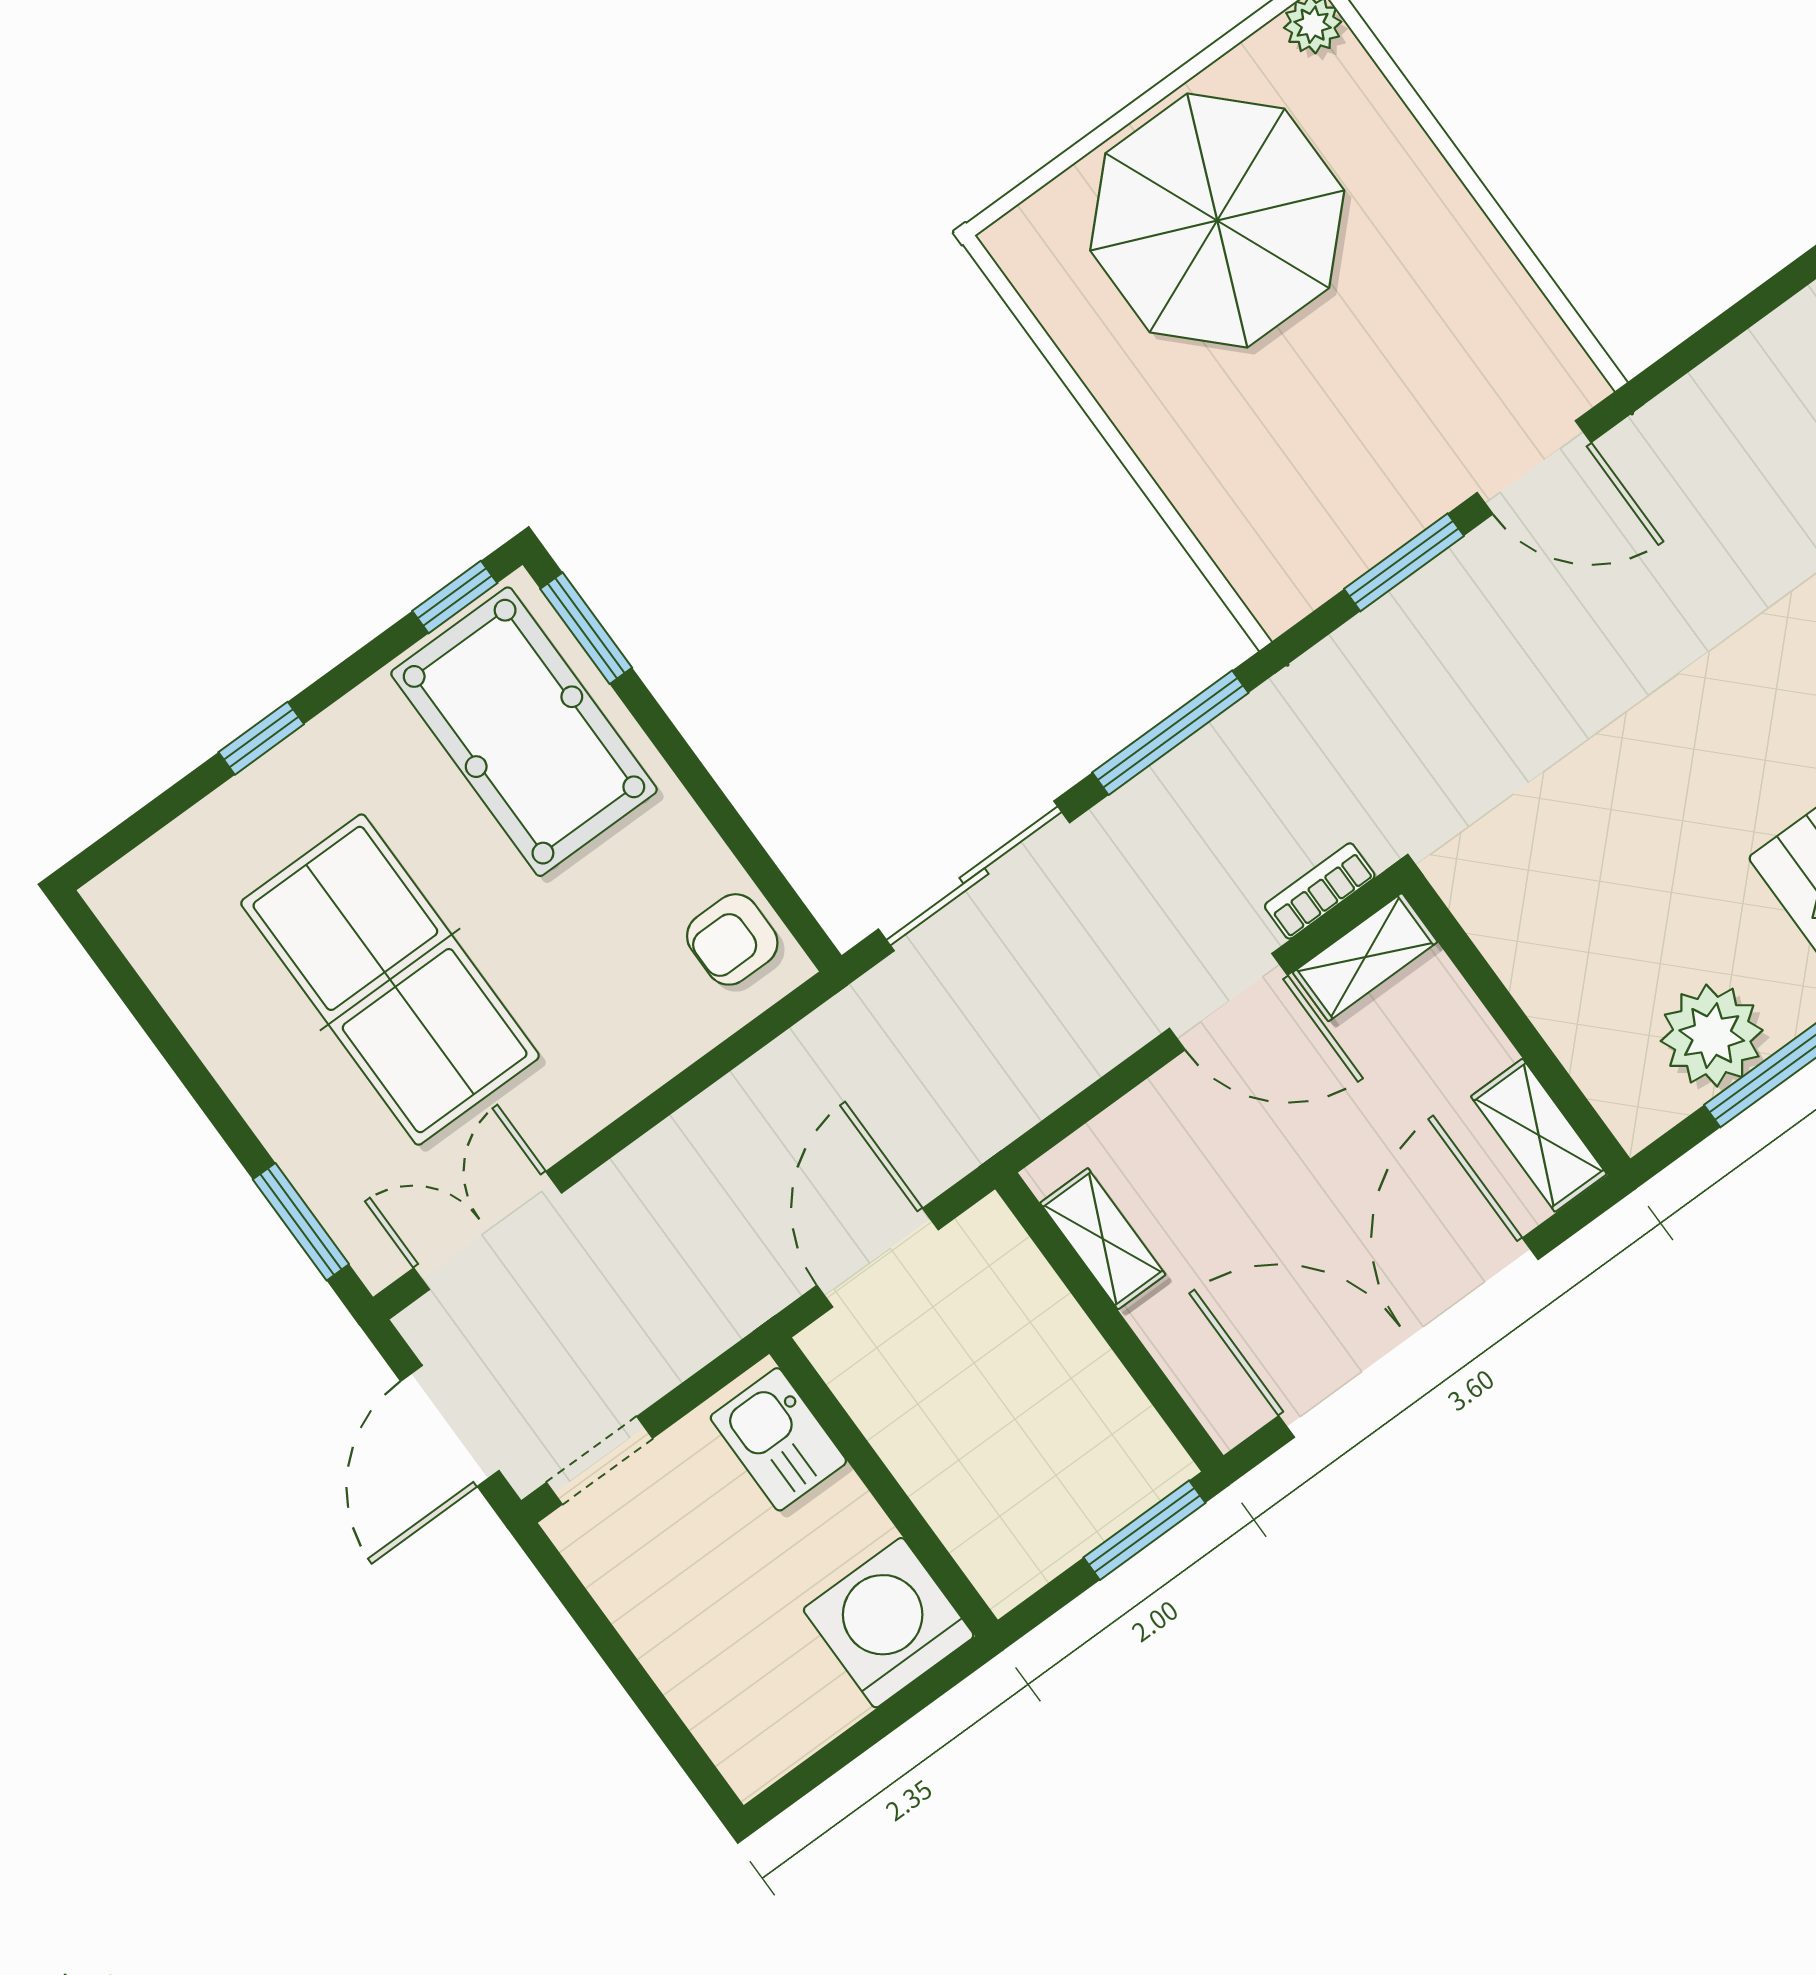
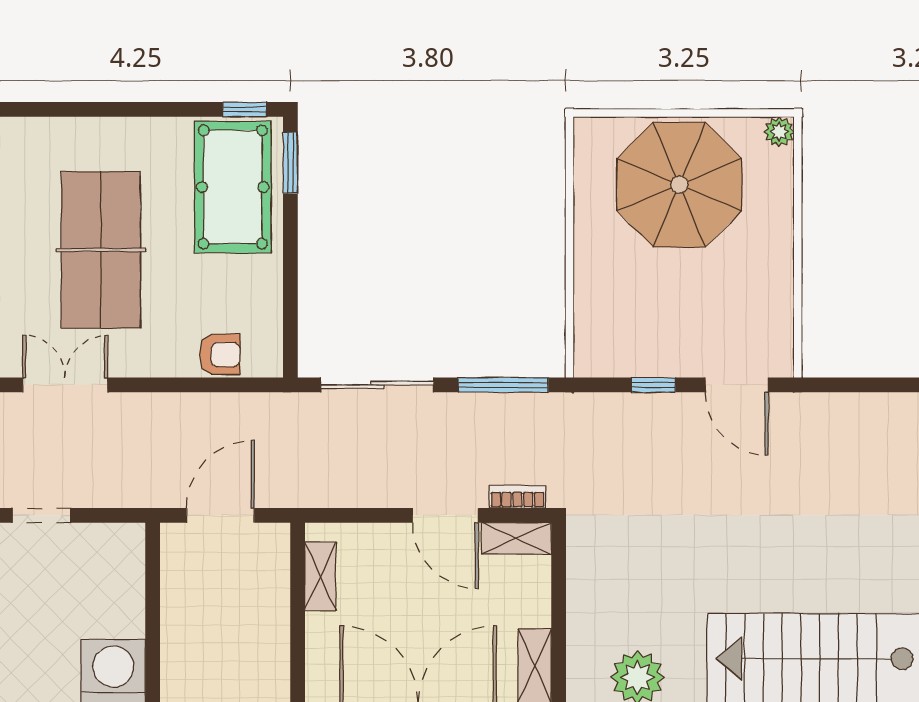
window: (1404, 562) -> (653, 385), width x0.67
window: (261, 738) -> (121, 109), removed
armchair: (732, 939) -> (220, 354), moved, turned 180
kitchen sink: (778, 1439) -> (123, 561), removed

